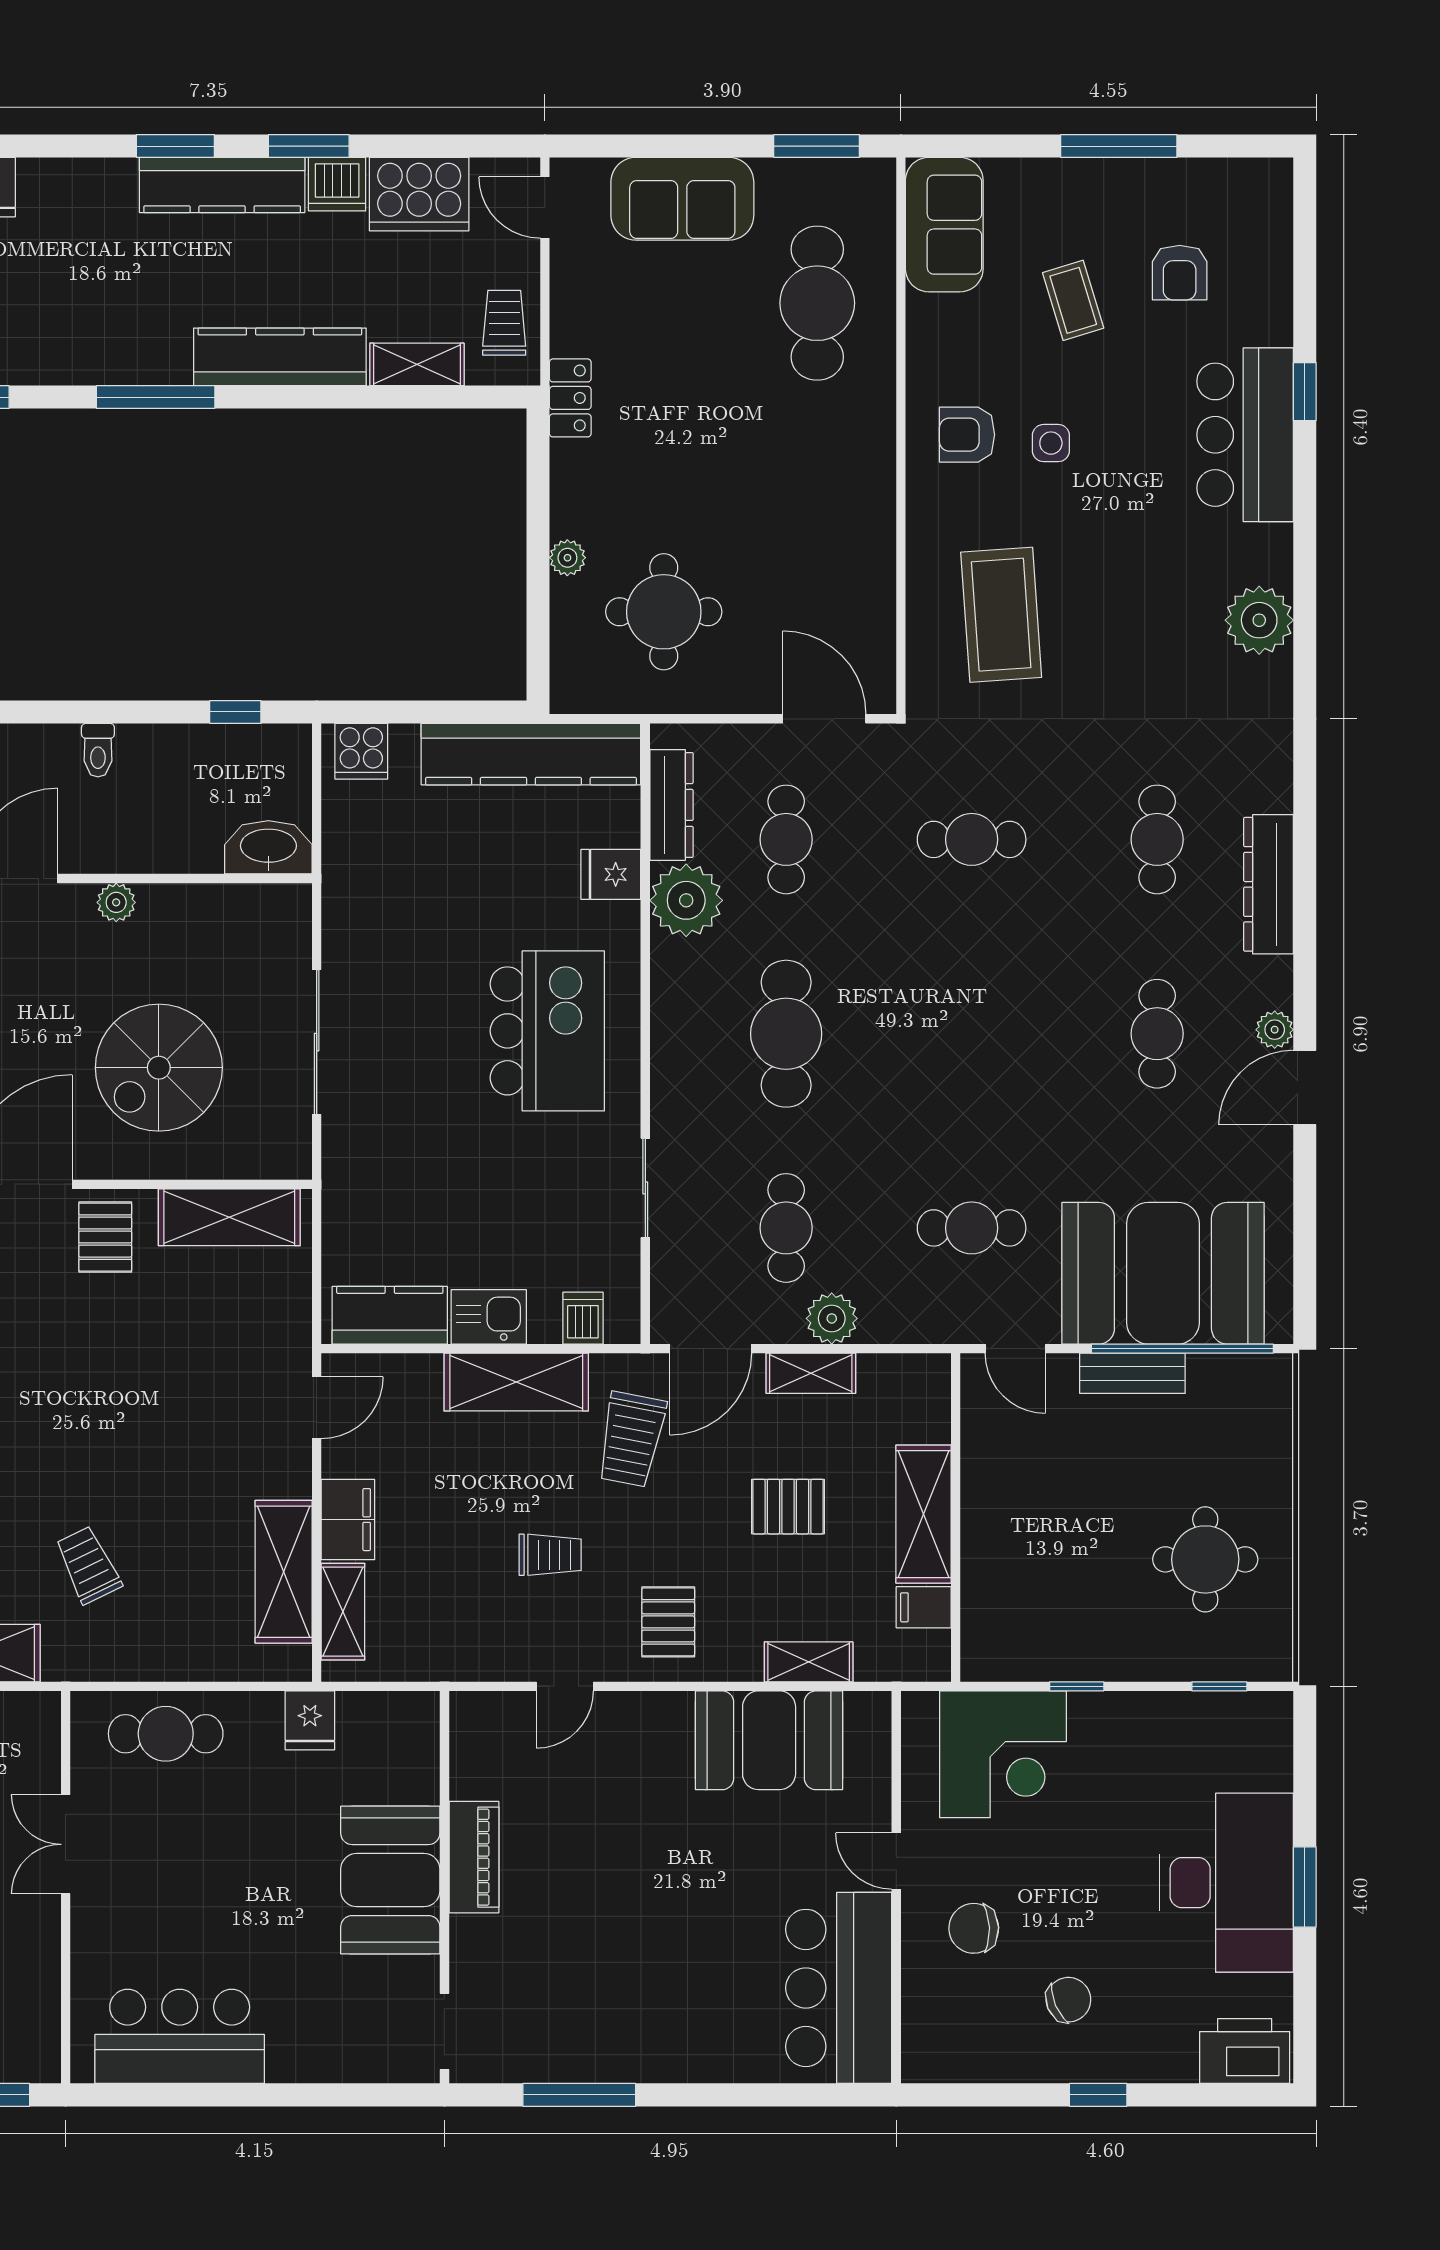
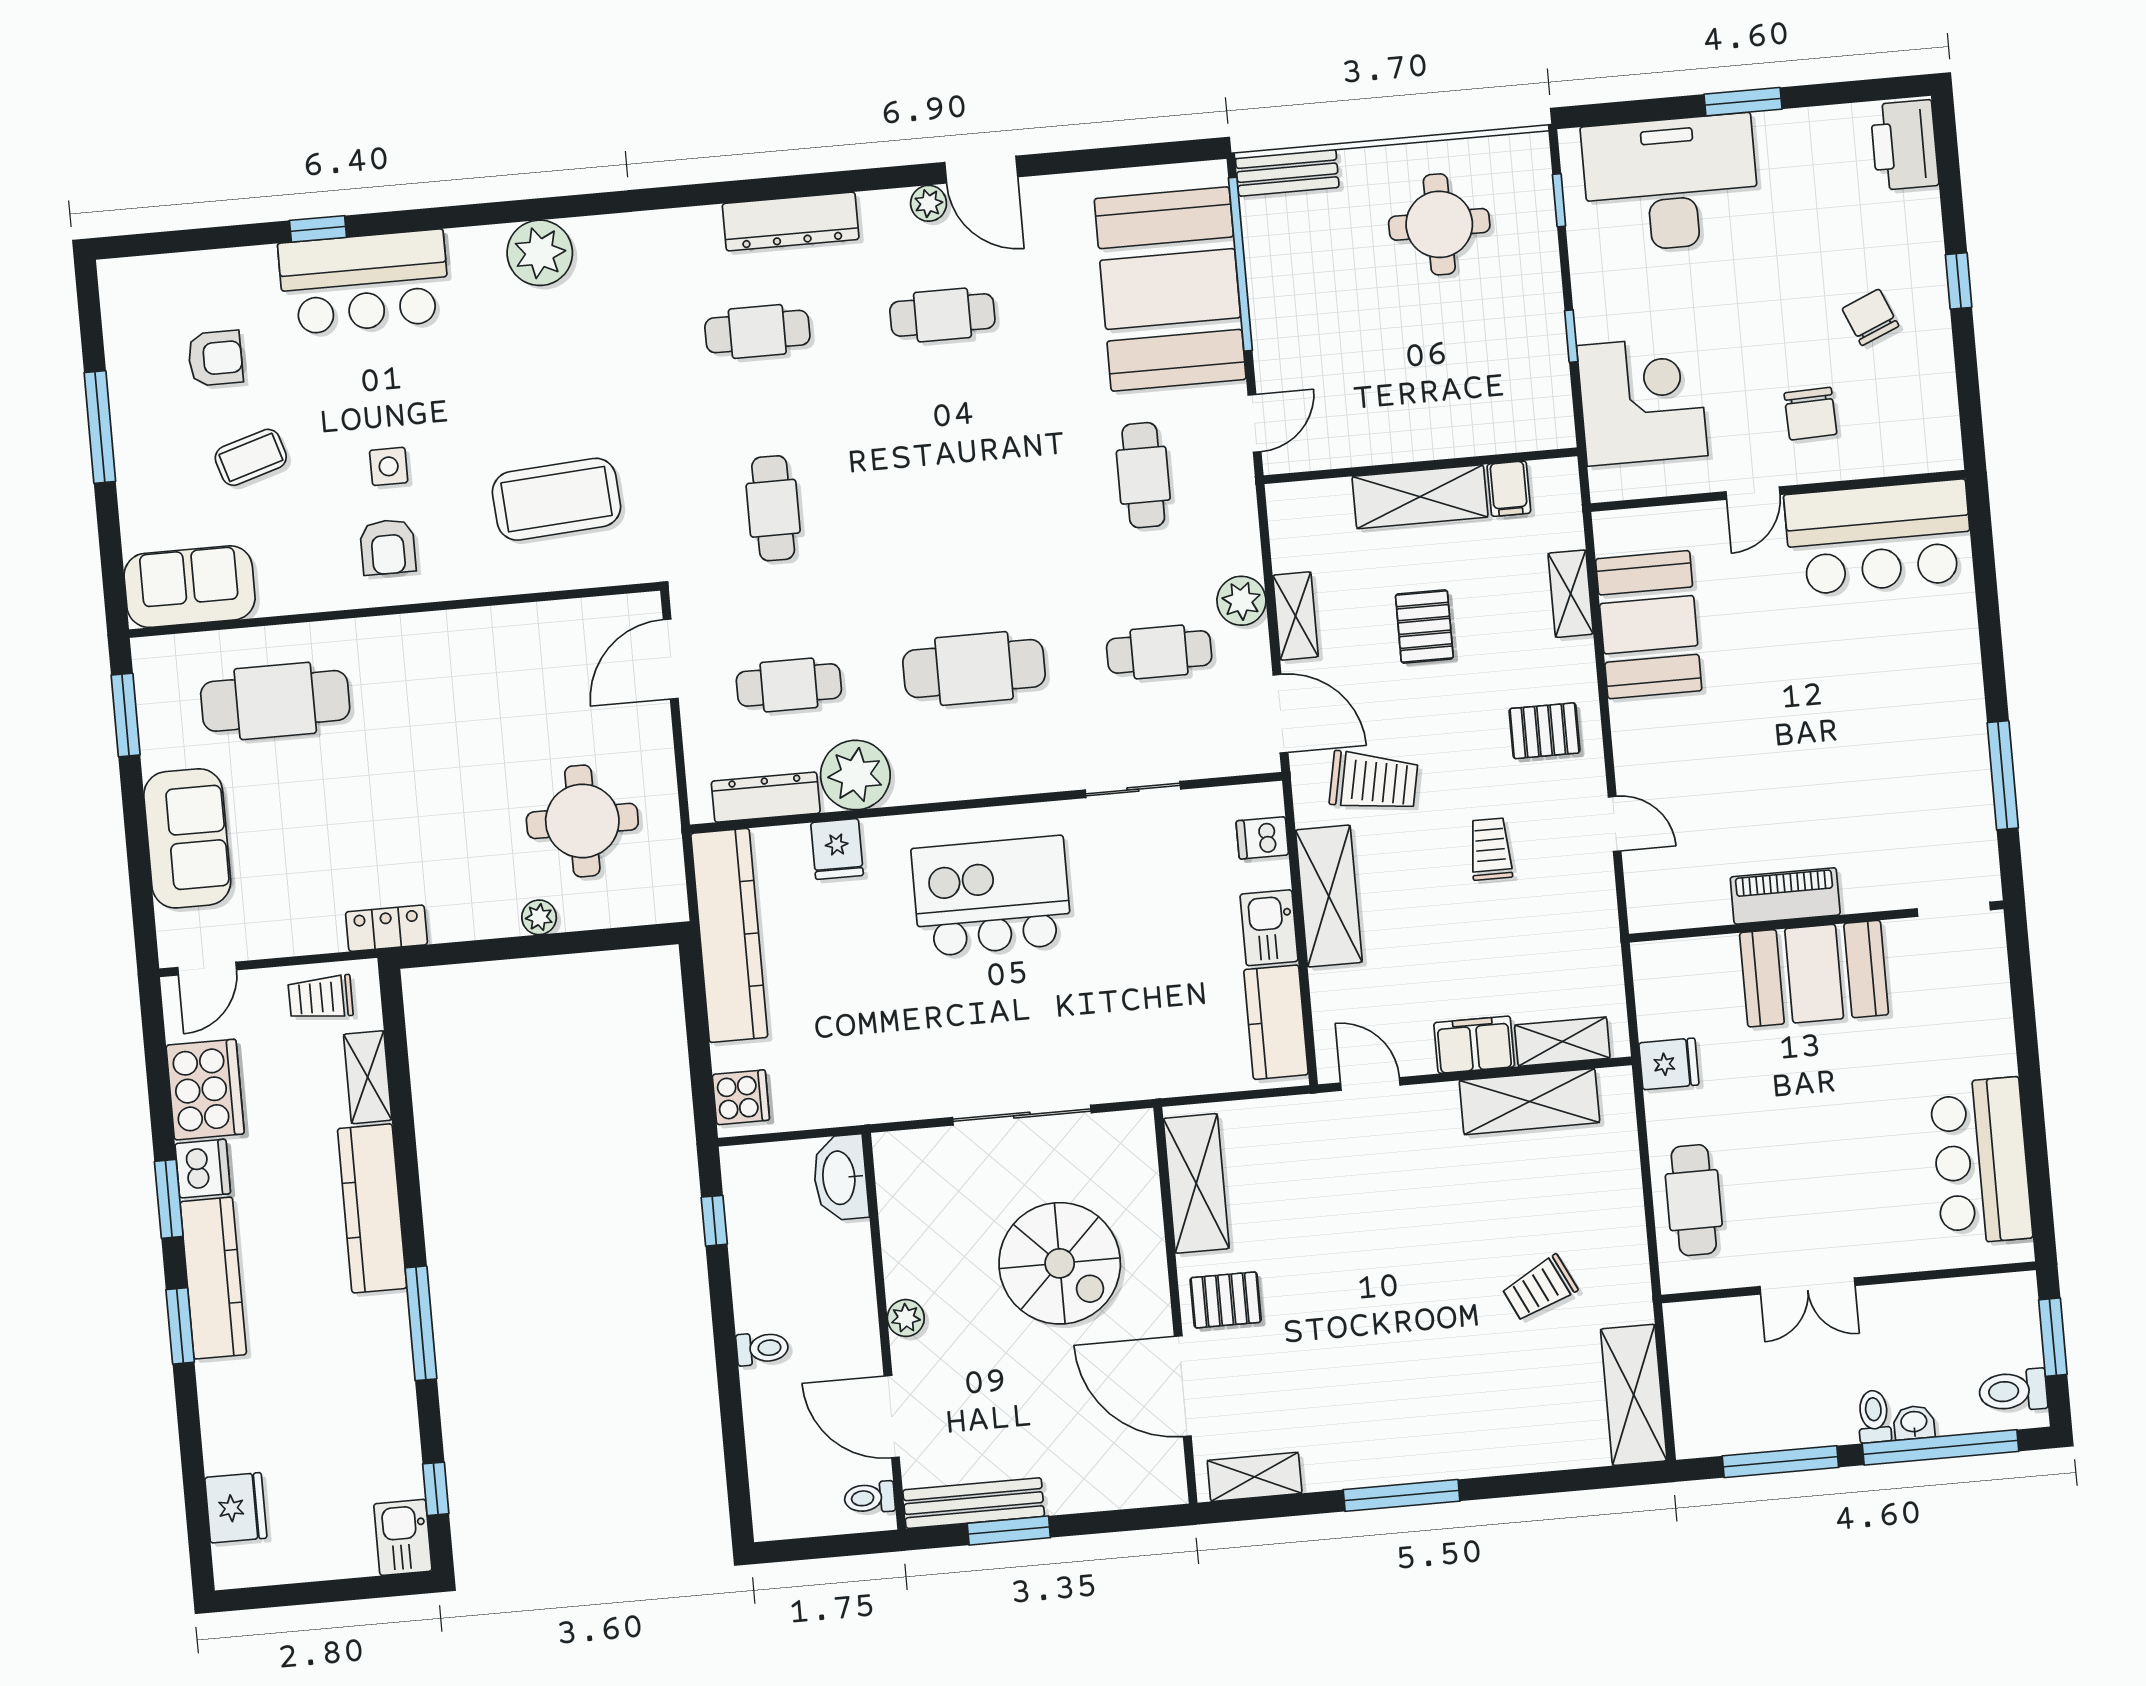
bench: (1132, 1373) -> (1287, 173), moved, turned 90
desk: (1226, 1883) -> (1671, 183), moved

